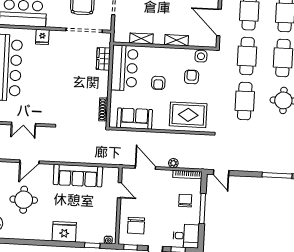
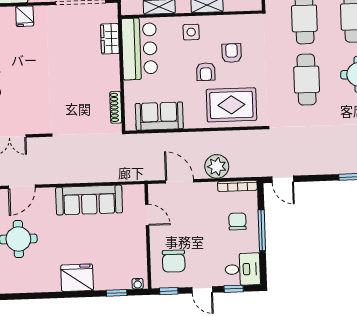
side table: (201, 56) -> (191, 32), moved
armchair: (158, 83) -> (206, 72), moved
plant: (173, 163) -> (217, 166), width x1.88, depth x1.88

